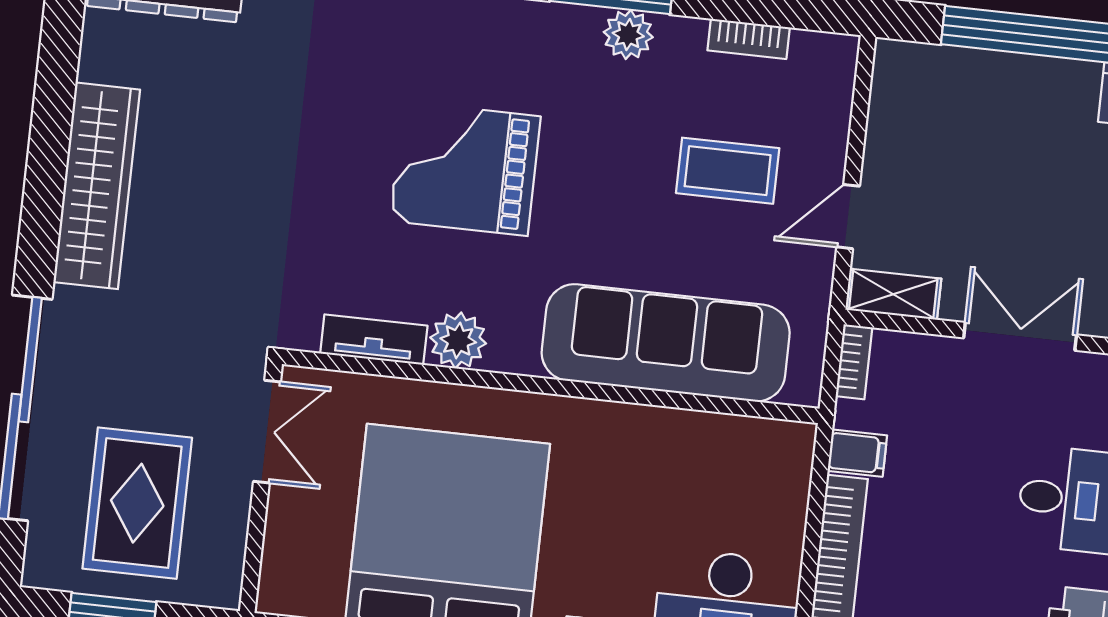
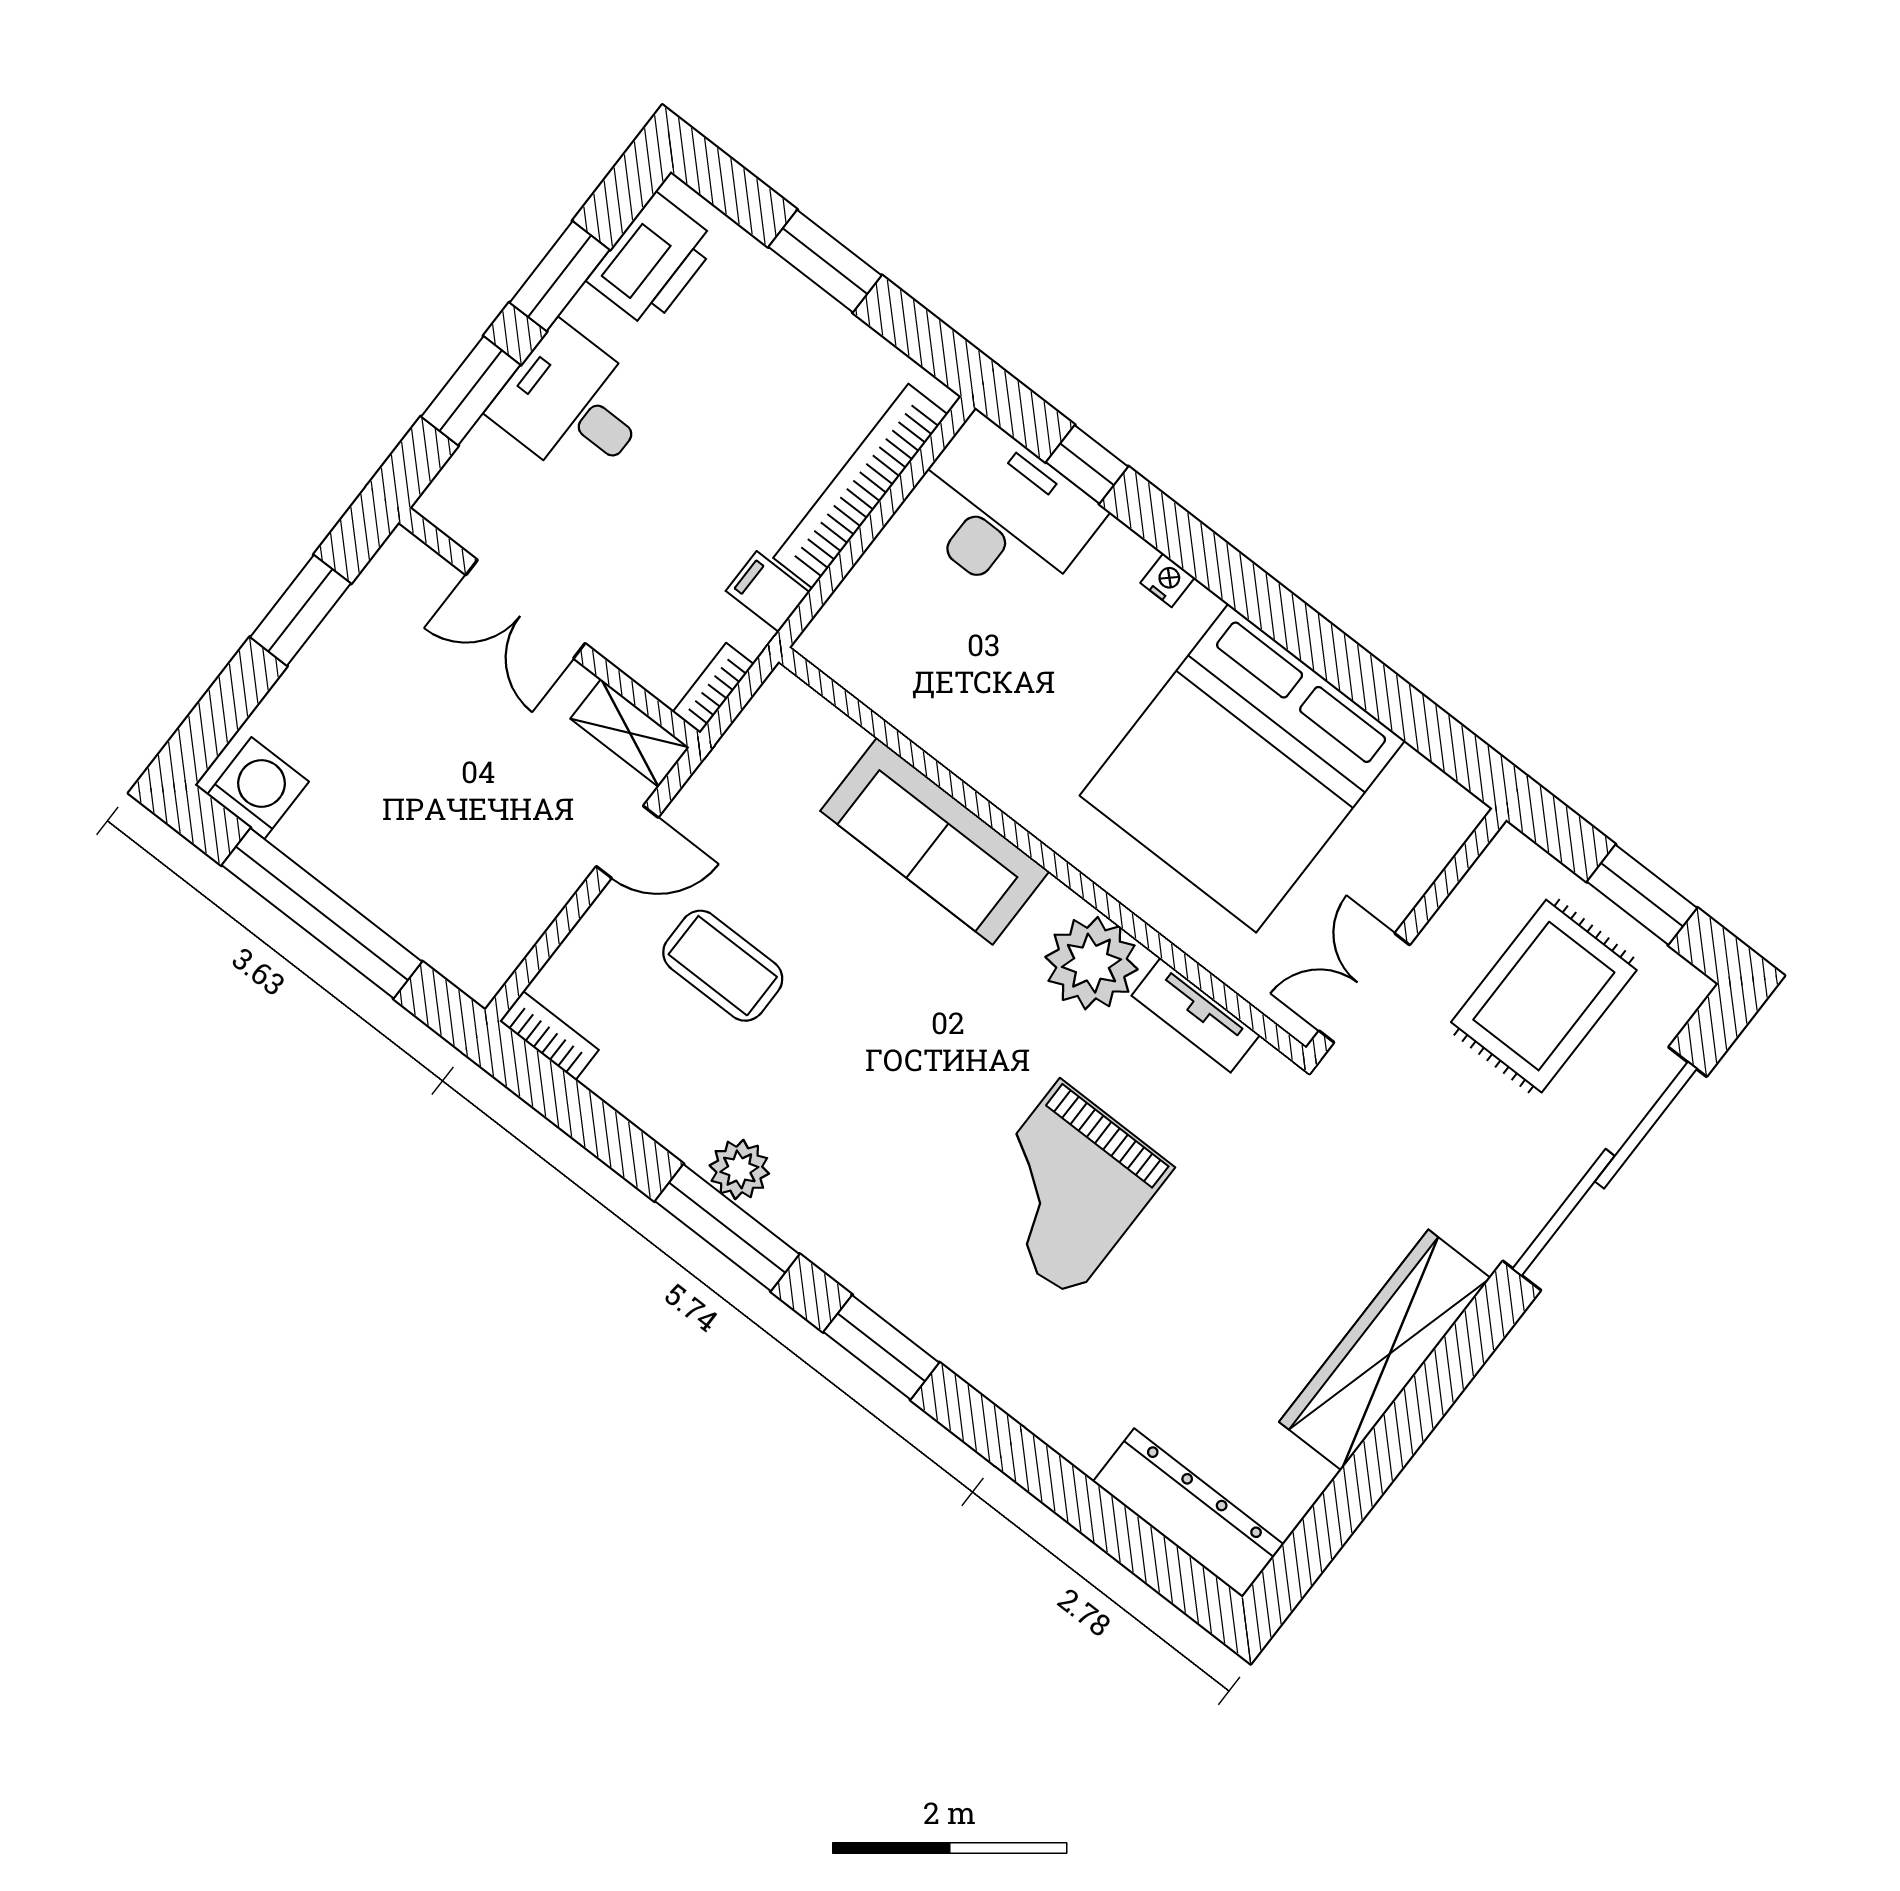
bookcase: (749, 39) -> (549, 1036), moved
grand piano: (465, 169) -> (1066, 1189), moved, turned 90
plant: (458, 340) -> (1091, 963), width x1.36, depth x1.36
sofa: (666, 343) -> (935, 841), width x0.74, depth x0.79

